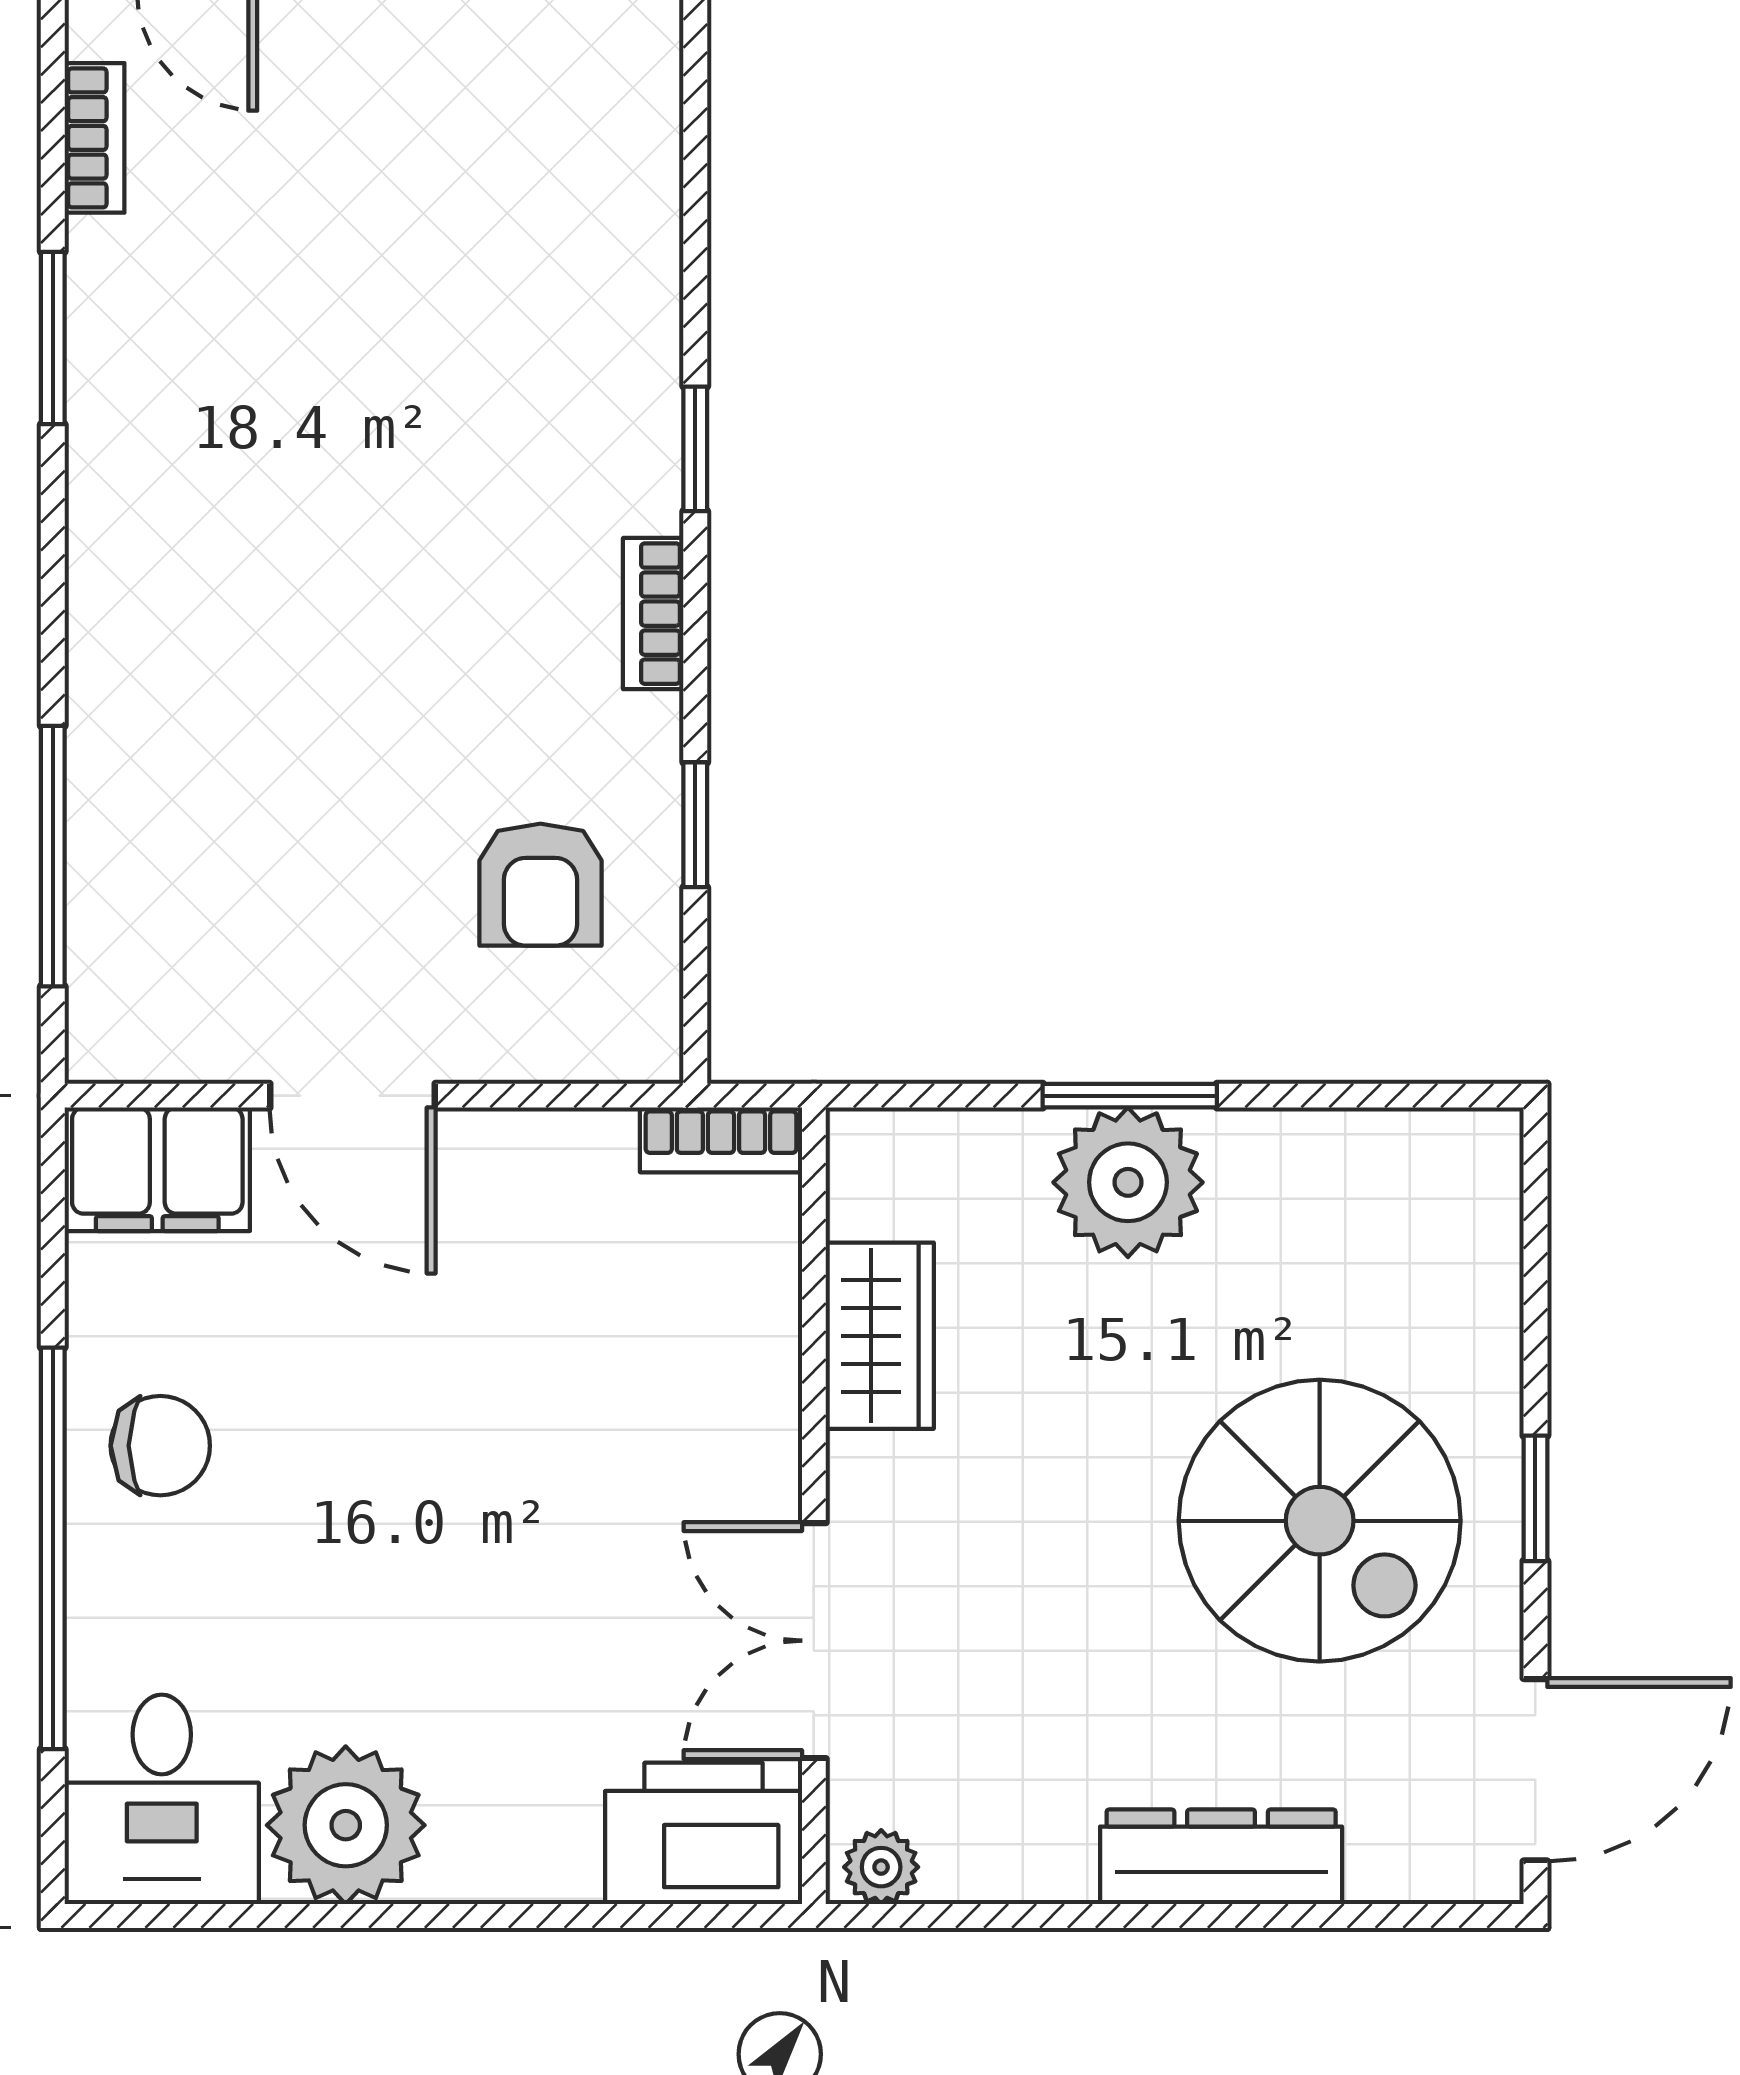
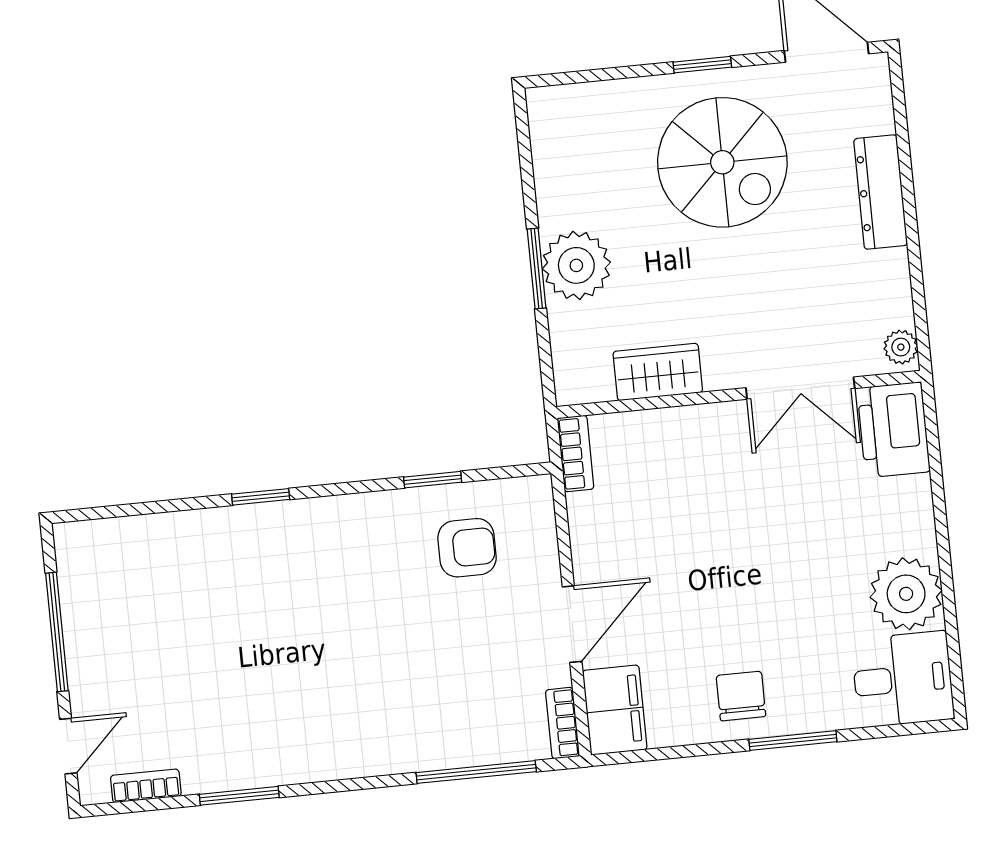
bookcase: (653, 614) -> (563, 723), moved, turned 90
spiral stairs: (1320, 1521) -> (722, 162), turned 90
window: (53, 1548) -> (793, 741), width x0.47

